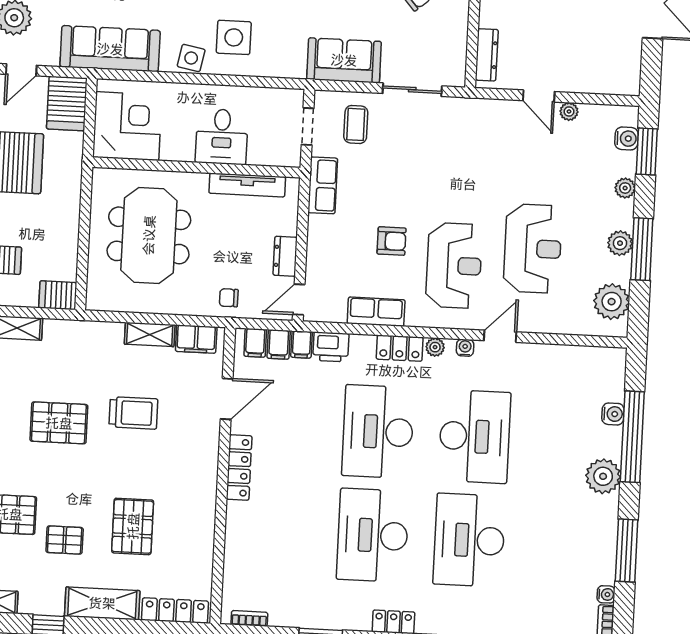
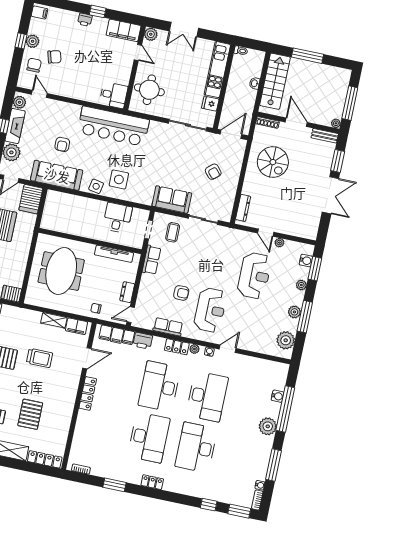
corner desk: (127, 126) -> (59, 215), removed
desk: (222, 137) -> (117, 218), moved, turned 180
reception desk: (533, 248) -> (254, 276), moved
desk: (373, 535) -> (149, 437), turned 180

